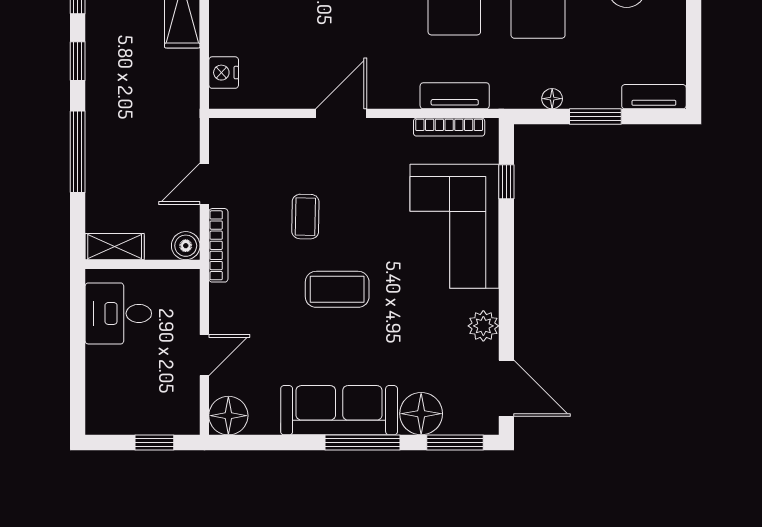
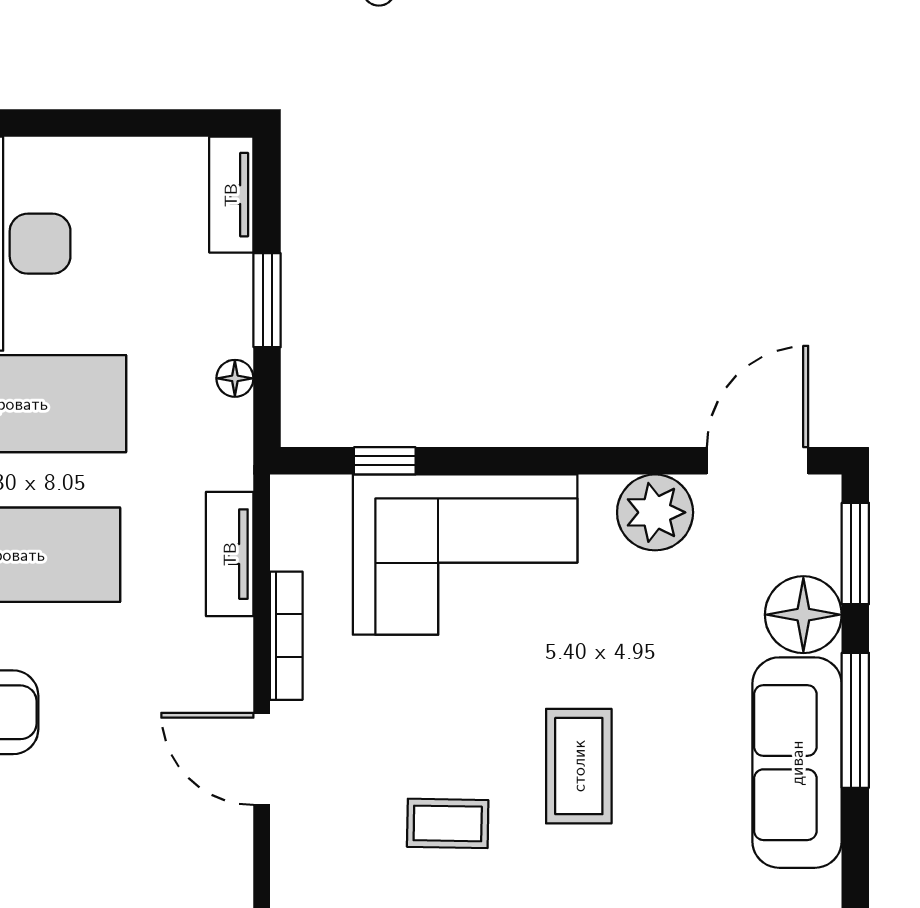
bookcase: (449, 127) -> (286, 636), moved
plant: (483, 326) -> (655, 512), width x1.36, depth x1.36

